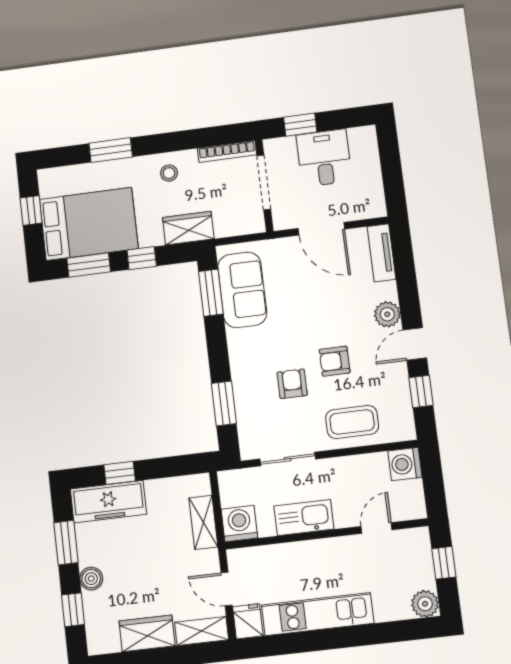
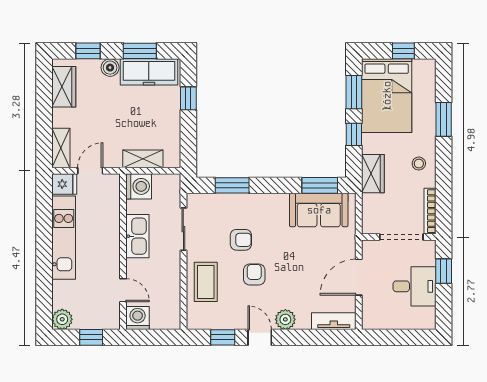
washing machine: (405, 464) -> (138, 318), moved
freezer: (108, 502) -> (149, 72), moved, turned -90
wardrobe: (147, 633) -> (64, 87), moved

